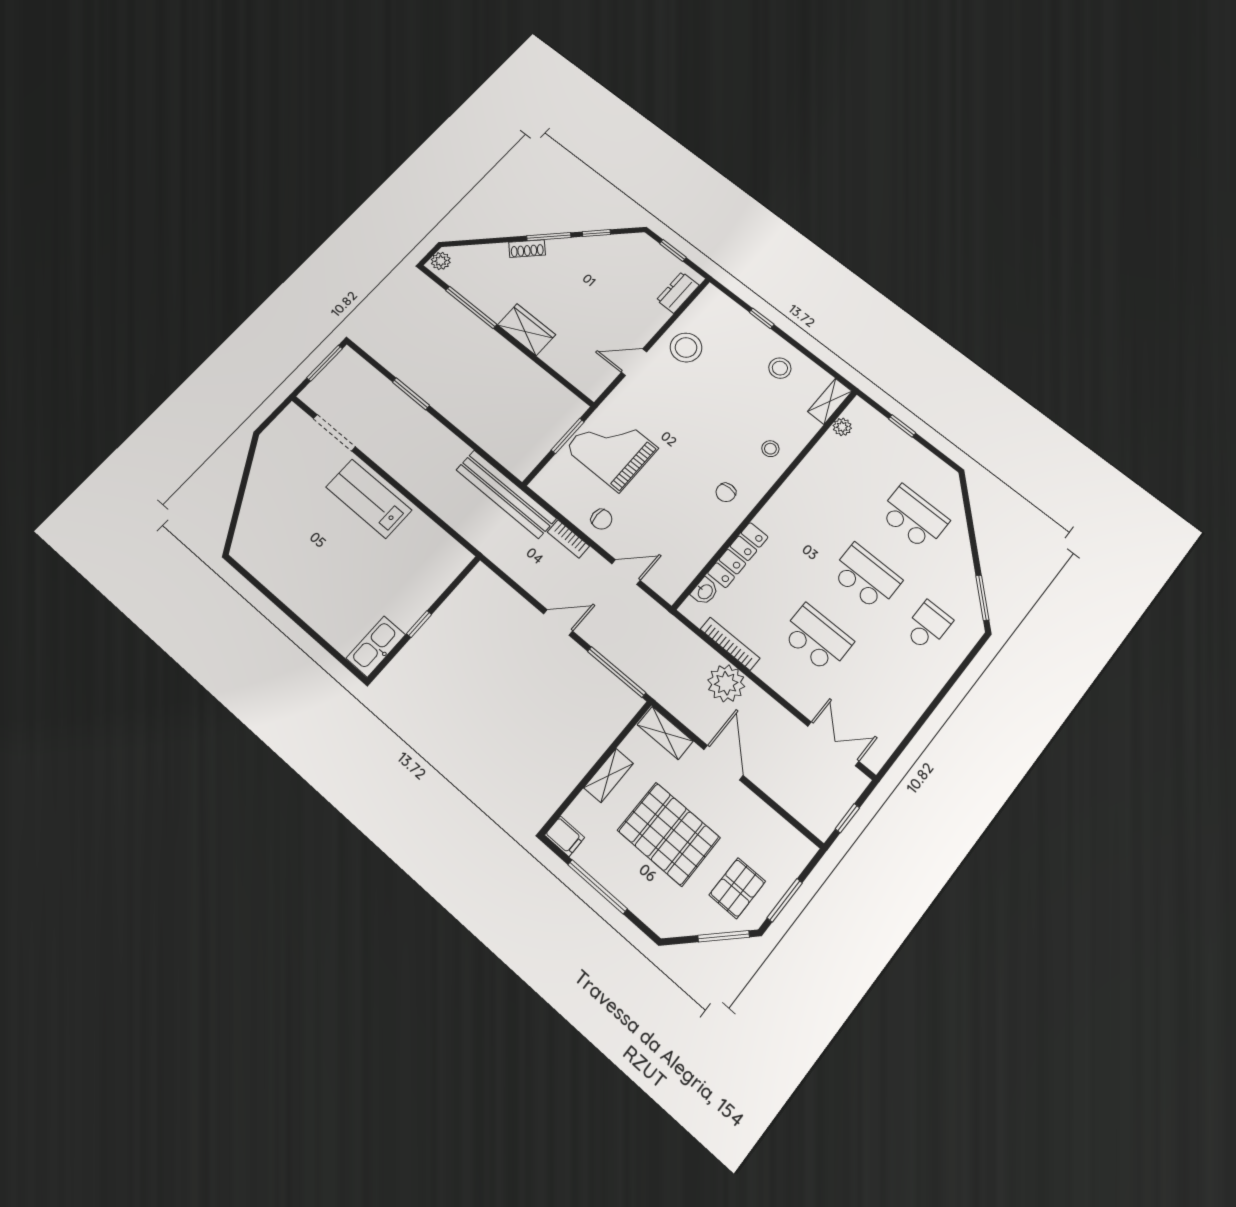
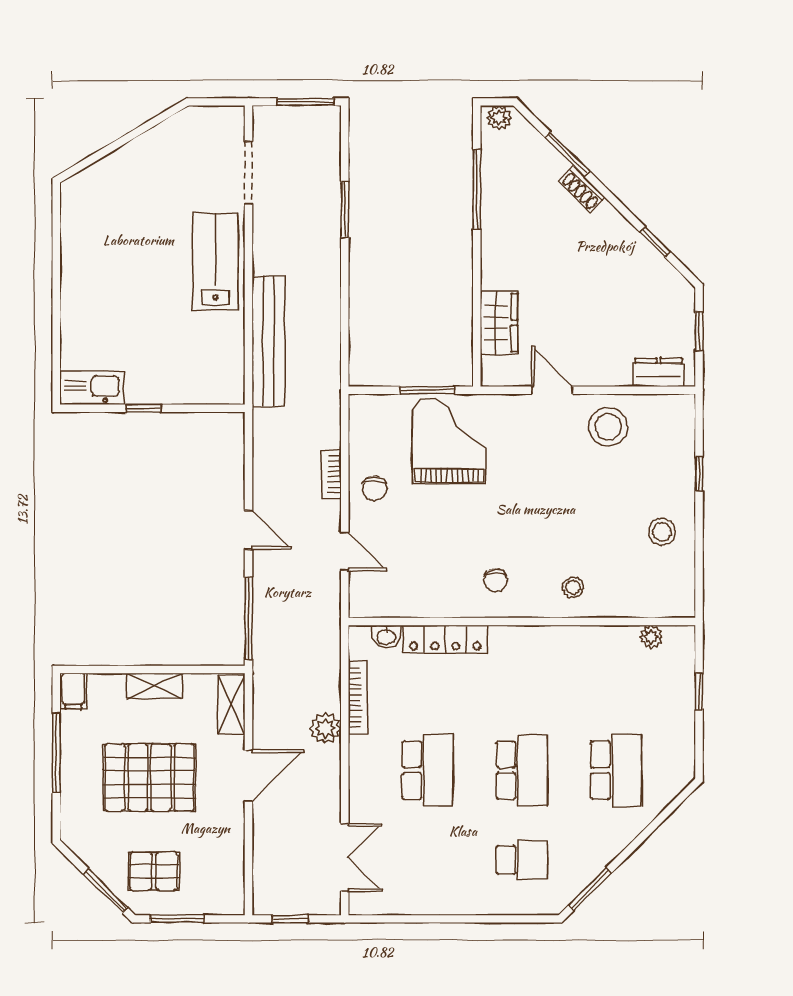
window: (549, 237) -> (568, 154), moved
wardrobe: (527, 330) -> (499, 323), moved
shelving: (830, 401) -> (667, 605), removed
chair: (726, 492) -> (496, 580), turned -90
bench: (506, 494) -> (268, 341), moved
plant: (726, 683) -> (325, 728), width x0.73, depth x0.73
pallet: (669, 834) -> (149, 778), turned 90

